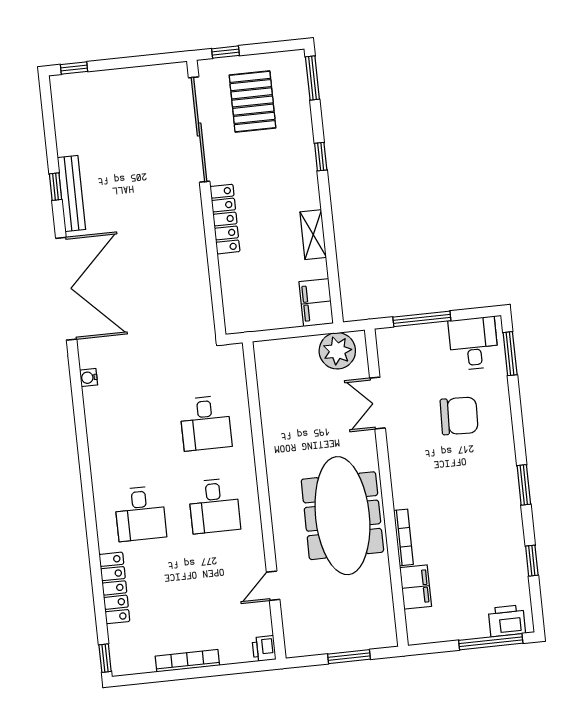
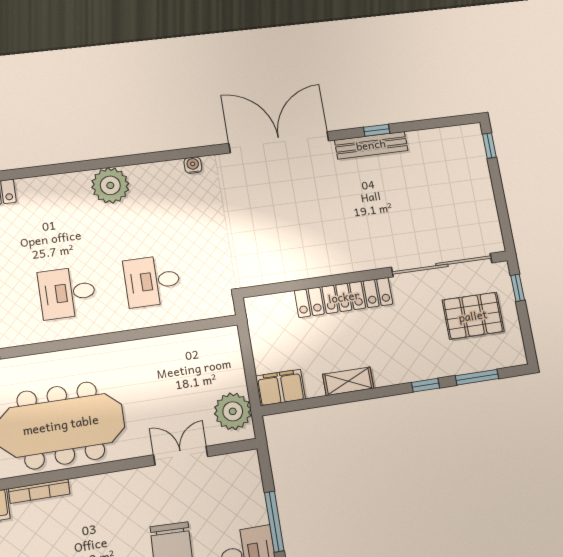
window: (312, 78) -> (477, 377), moved
locker: (225, 219) -> (344, 297), width x1.41, depth x1.21
double door: (66, 289) -> (279, 142), swing flipped
window: (422, 319) -> (274, 522), moved
plant: (108, 460) -> (110, 185), added
desk: (140, 514) -> (57, 219), removed

